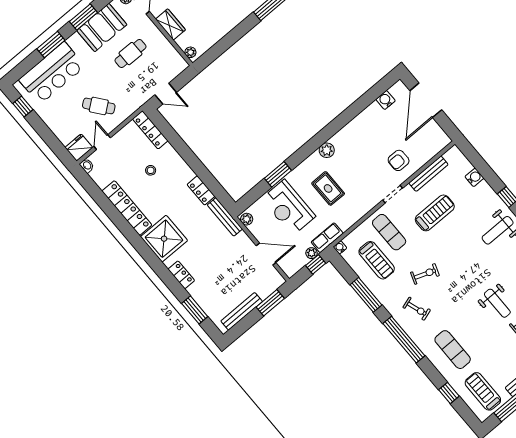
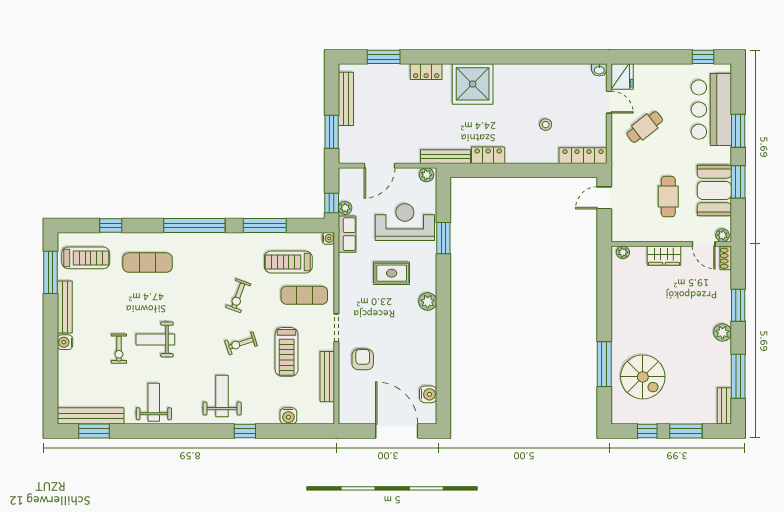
locker: (127, 208) -> (529, 74), removed
exercise bike: (417, 309) -> (241, 343), moved

